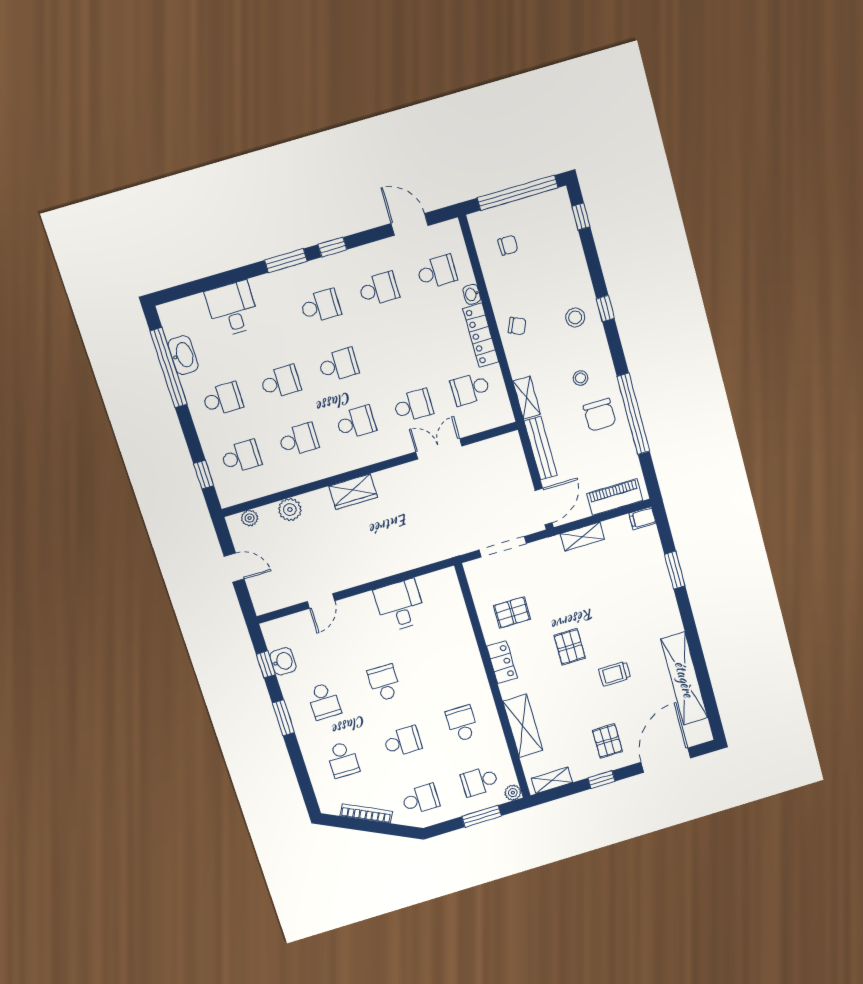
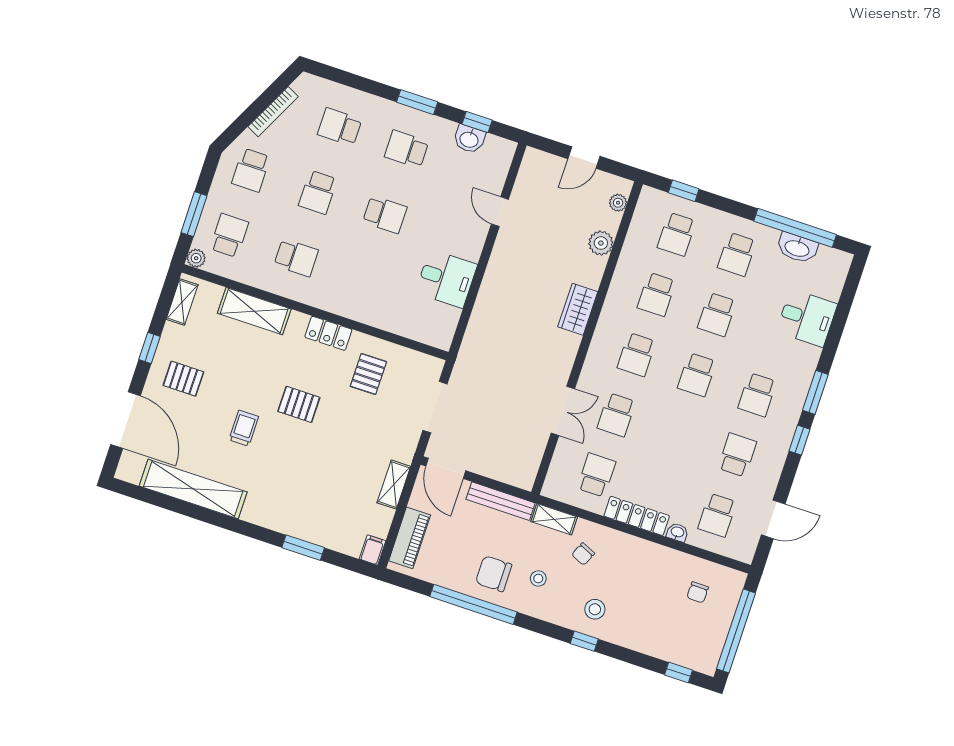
school desk: (379, 289) -> (737, 455), turned 180
chair: (517, 326) -> (583, 554), moved

